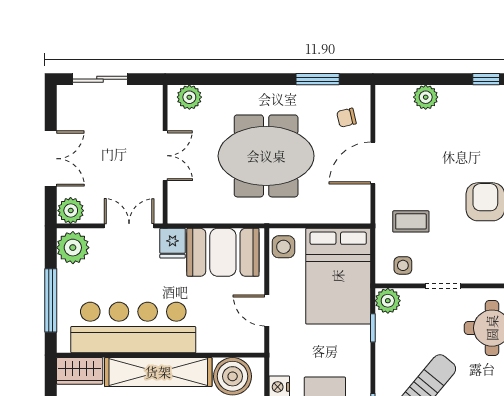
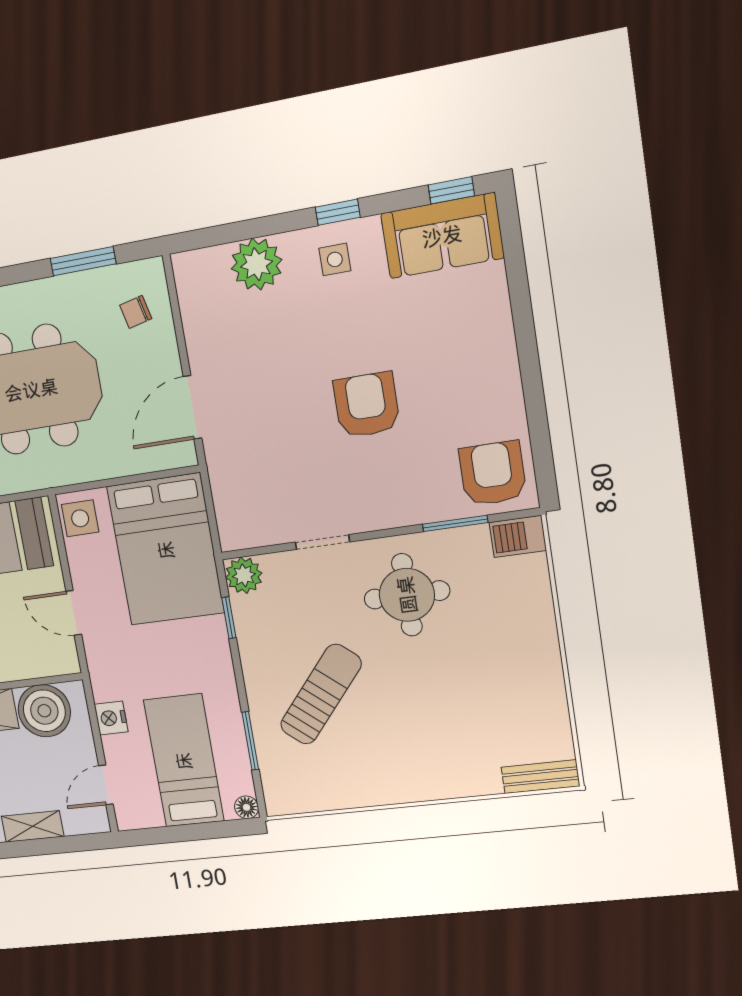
plant: (426, 97) -> (257, 264), width x1.36, depth x1.36
door: (373, 163) -> (192, 407), moved
coffee table: (411, 221) -> (258, 453), removed
side table: (403, 265) -> (335, 259), moved

